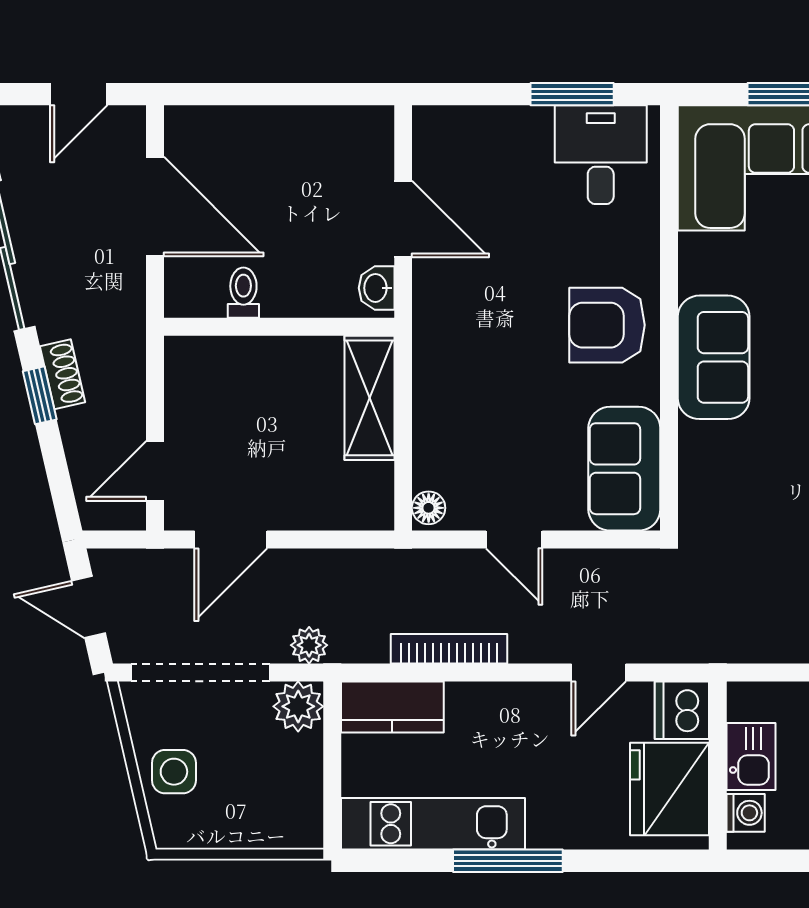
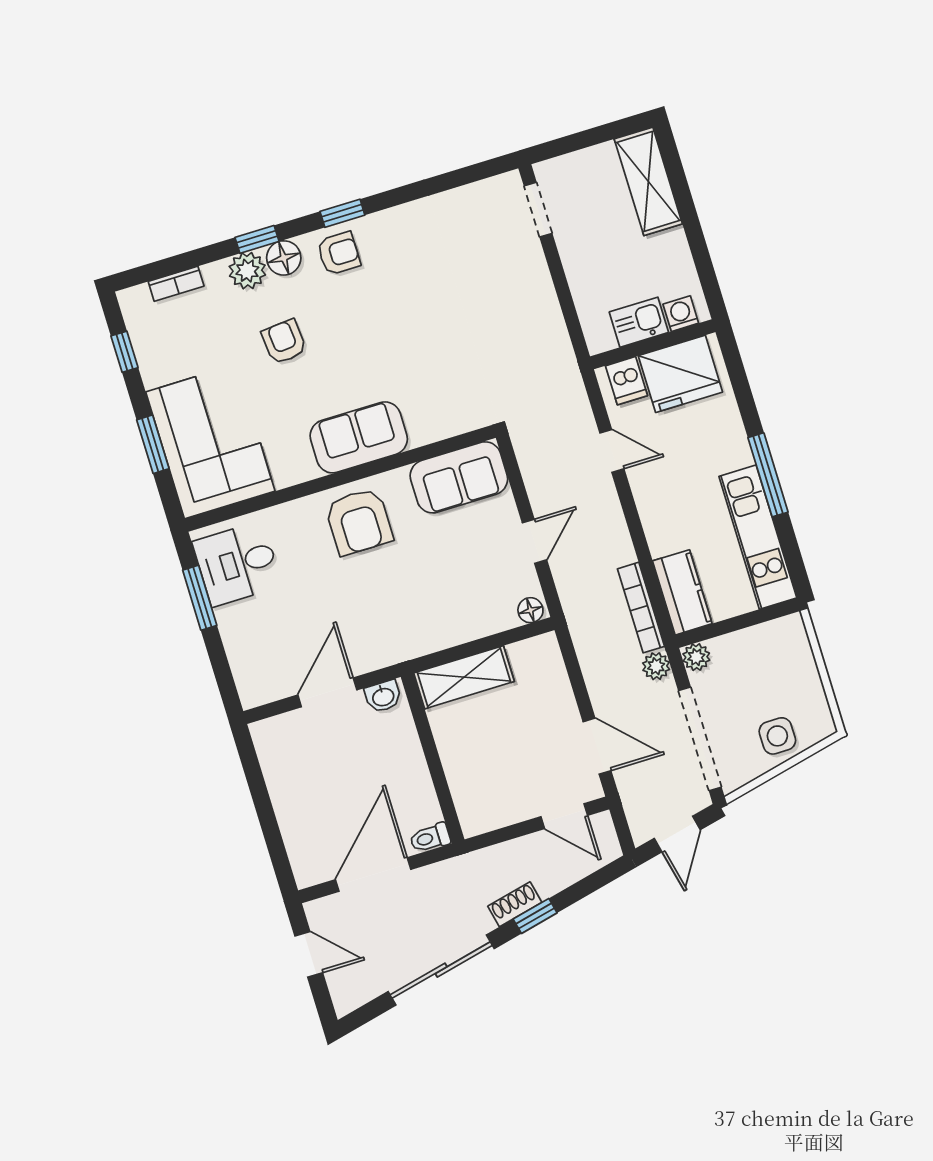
toilet: (243, 293) -> (430, 838), moved
bookcase: (449, 649) -> (641, 608), moved
plant: (298, 706) -> (696, 657), width x0.73, depth x0.73
dishwasher: (682, 710) -> (626, 381), width x0.73

